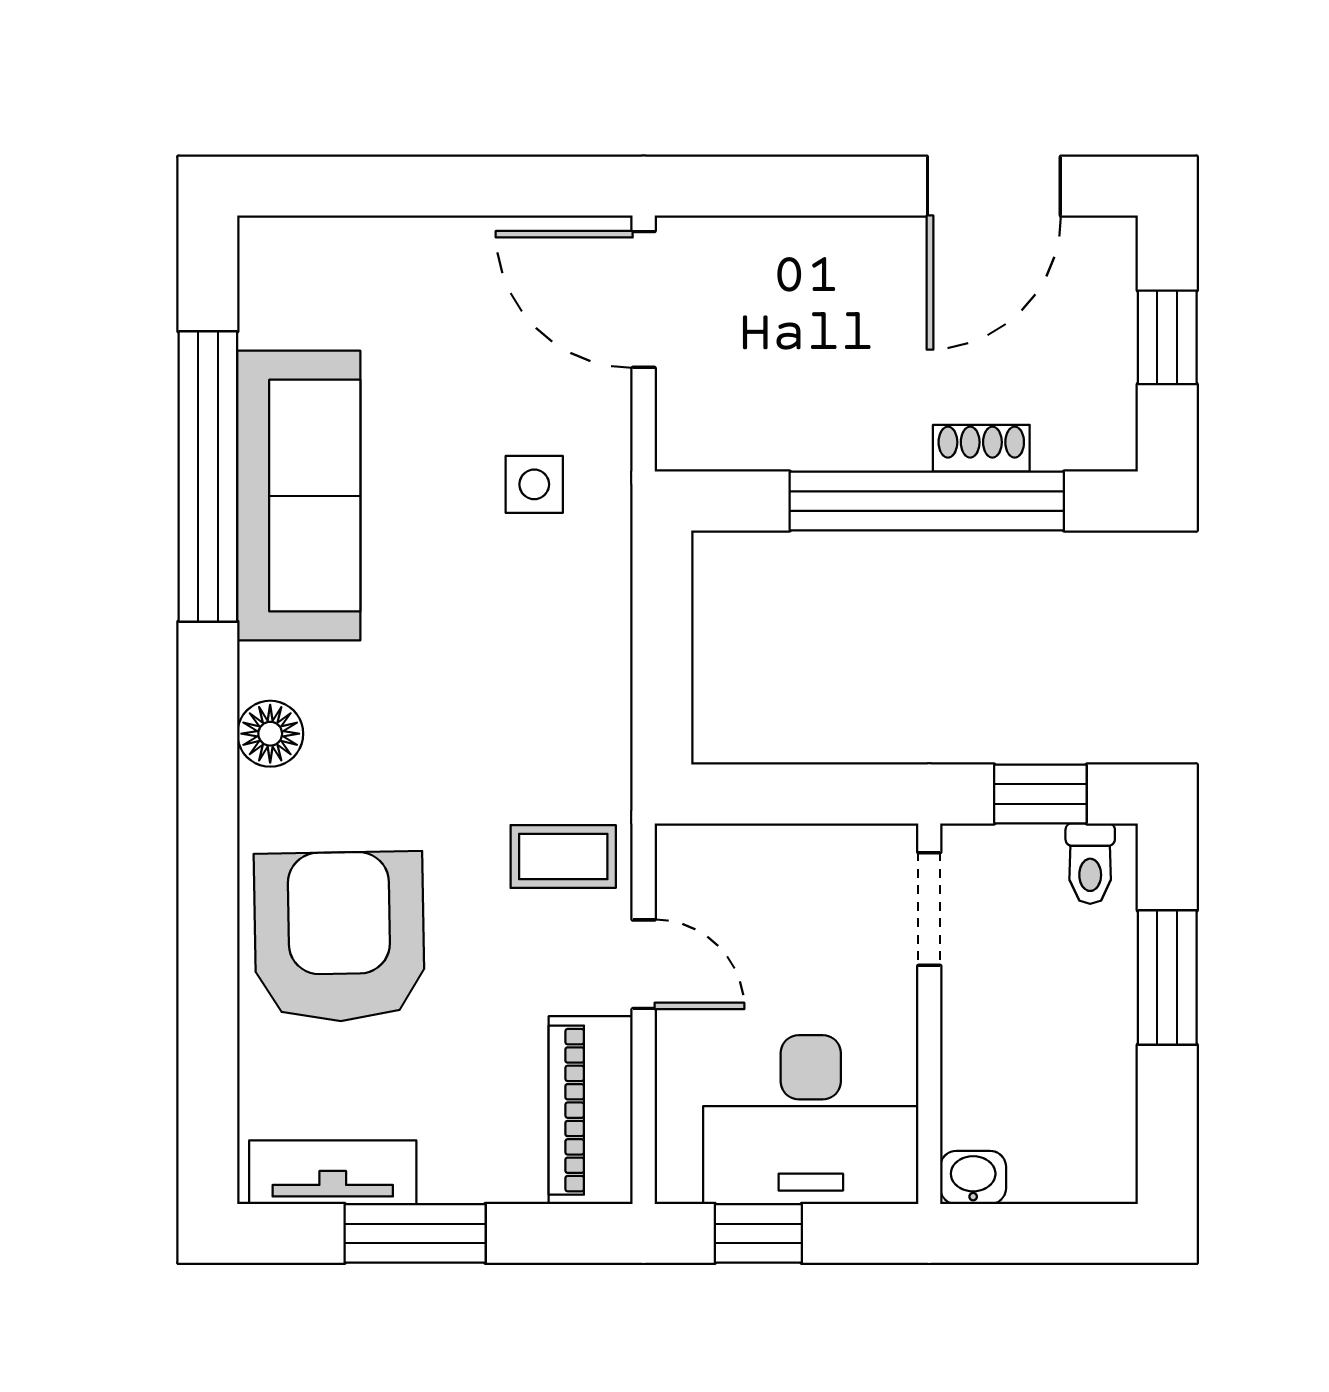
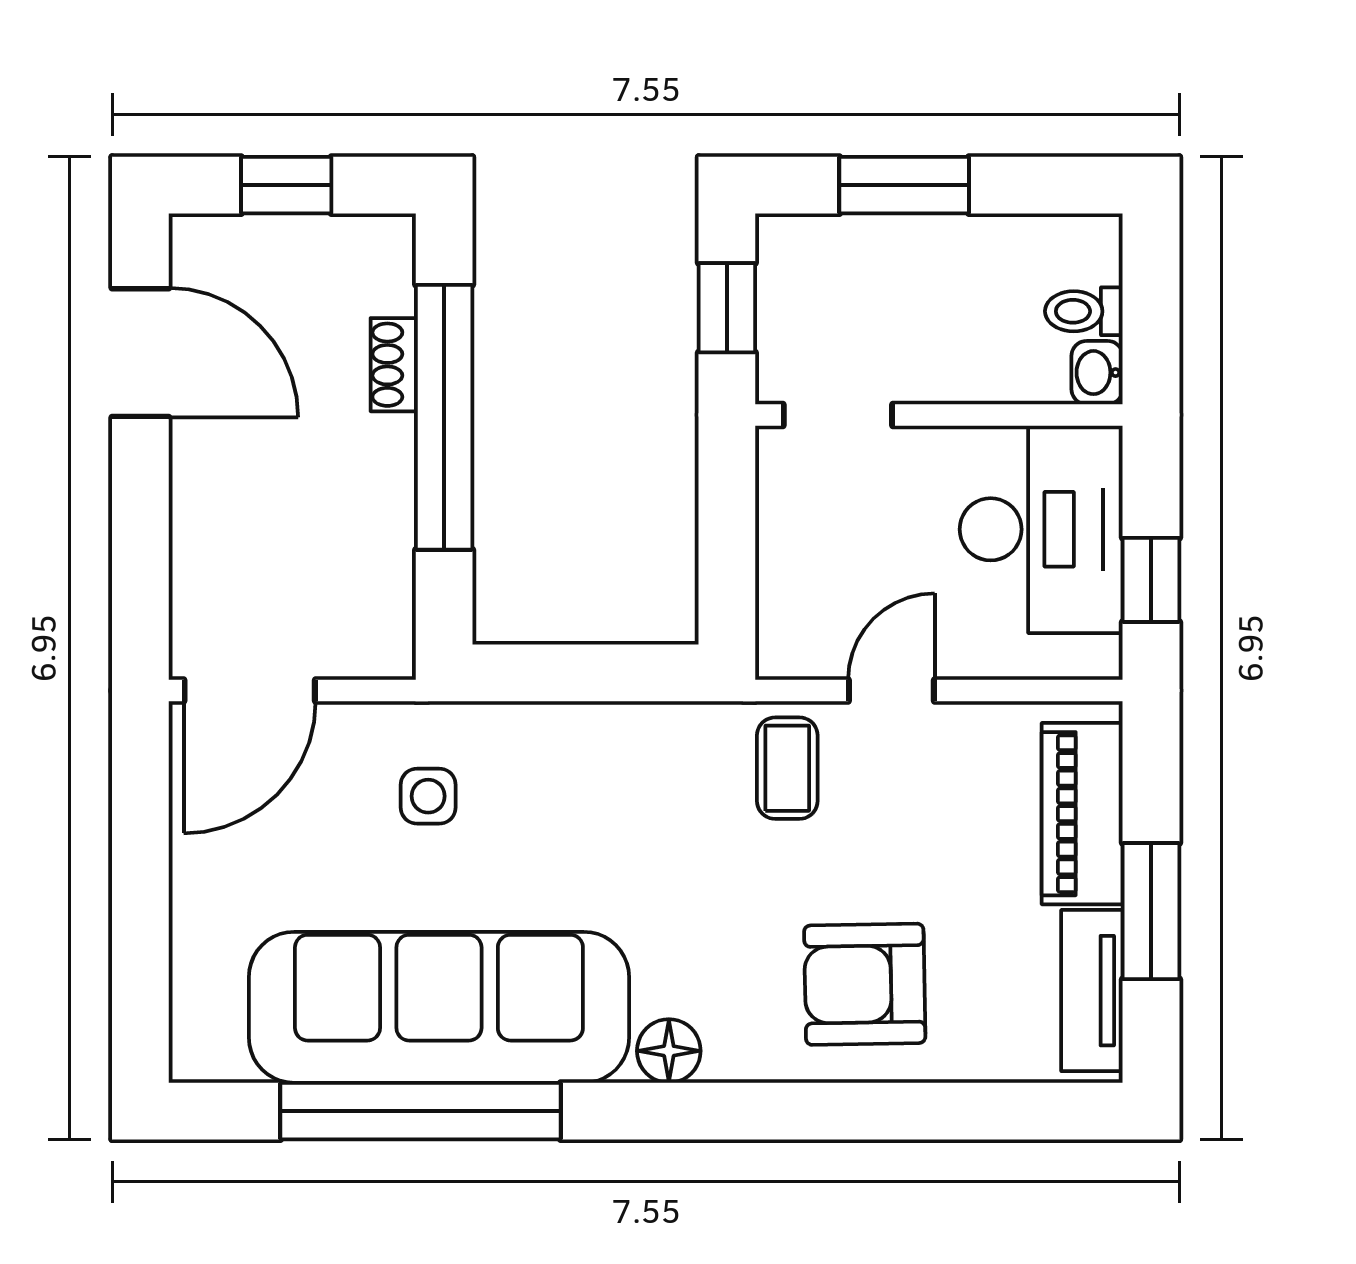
sofa: (299, 496) -> (439, 1007), width x1.36, depth x1.27
toilet: (1090, 864) -> (1084, 311), moved, turned 180
armchair: (339, 937) -> (865, 984), width x0.73, depth x0.73
piano: (591, 1110) -> (1082, 814), moved, turned 90

